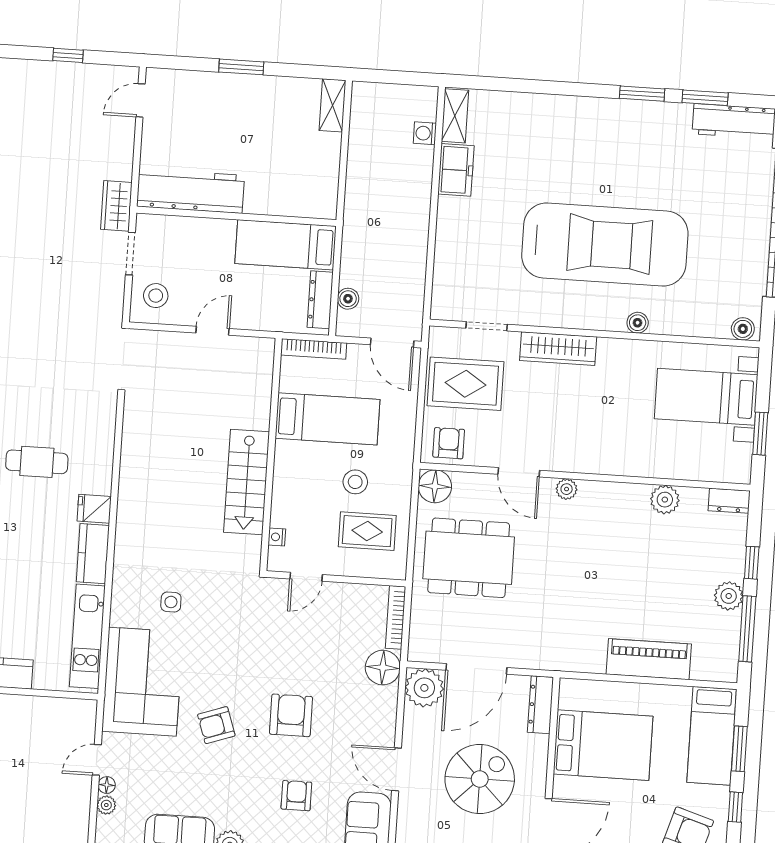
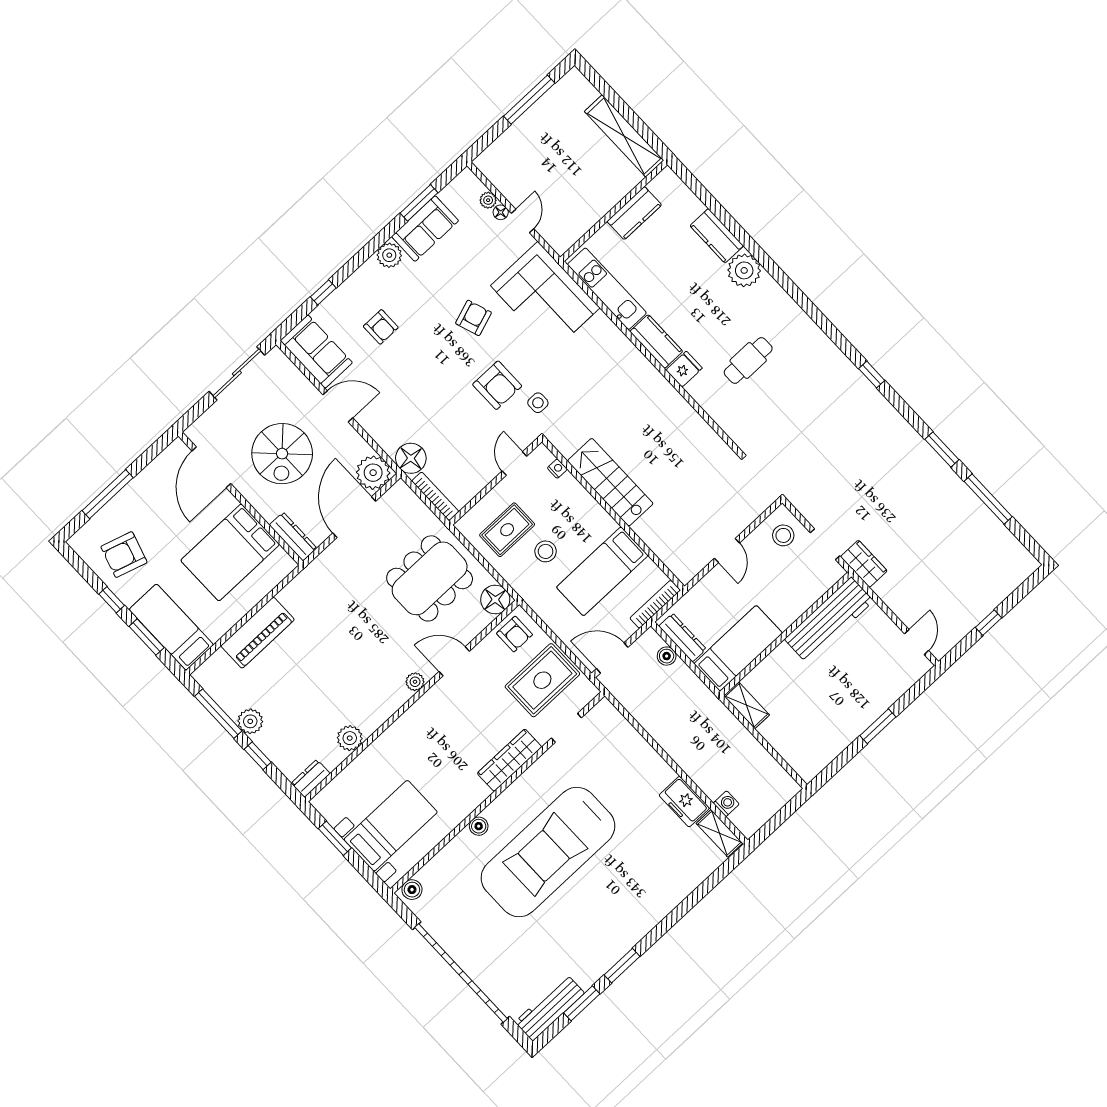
shelving: (332, 105) -> (747, 705), moved
side table: (171, 602) -> (538, 403), moved
armchair: (291, 715) -> (497, 385), moved

